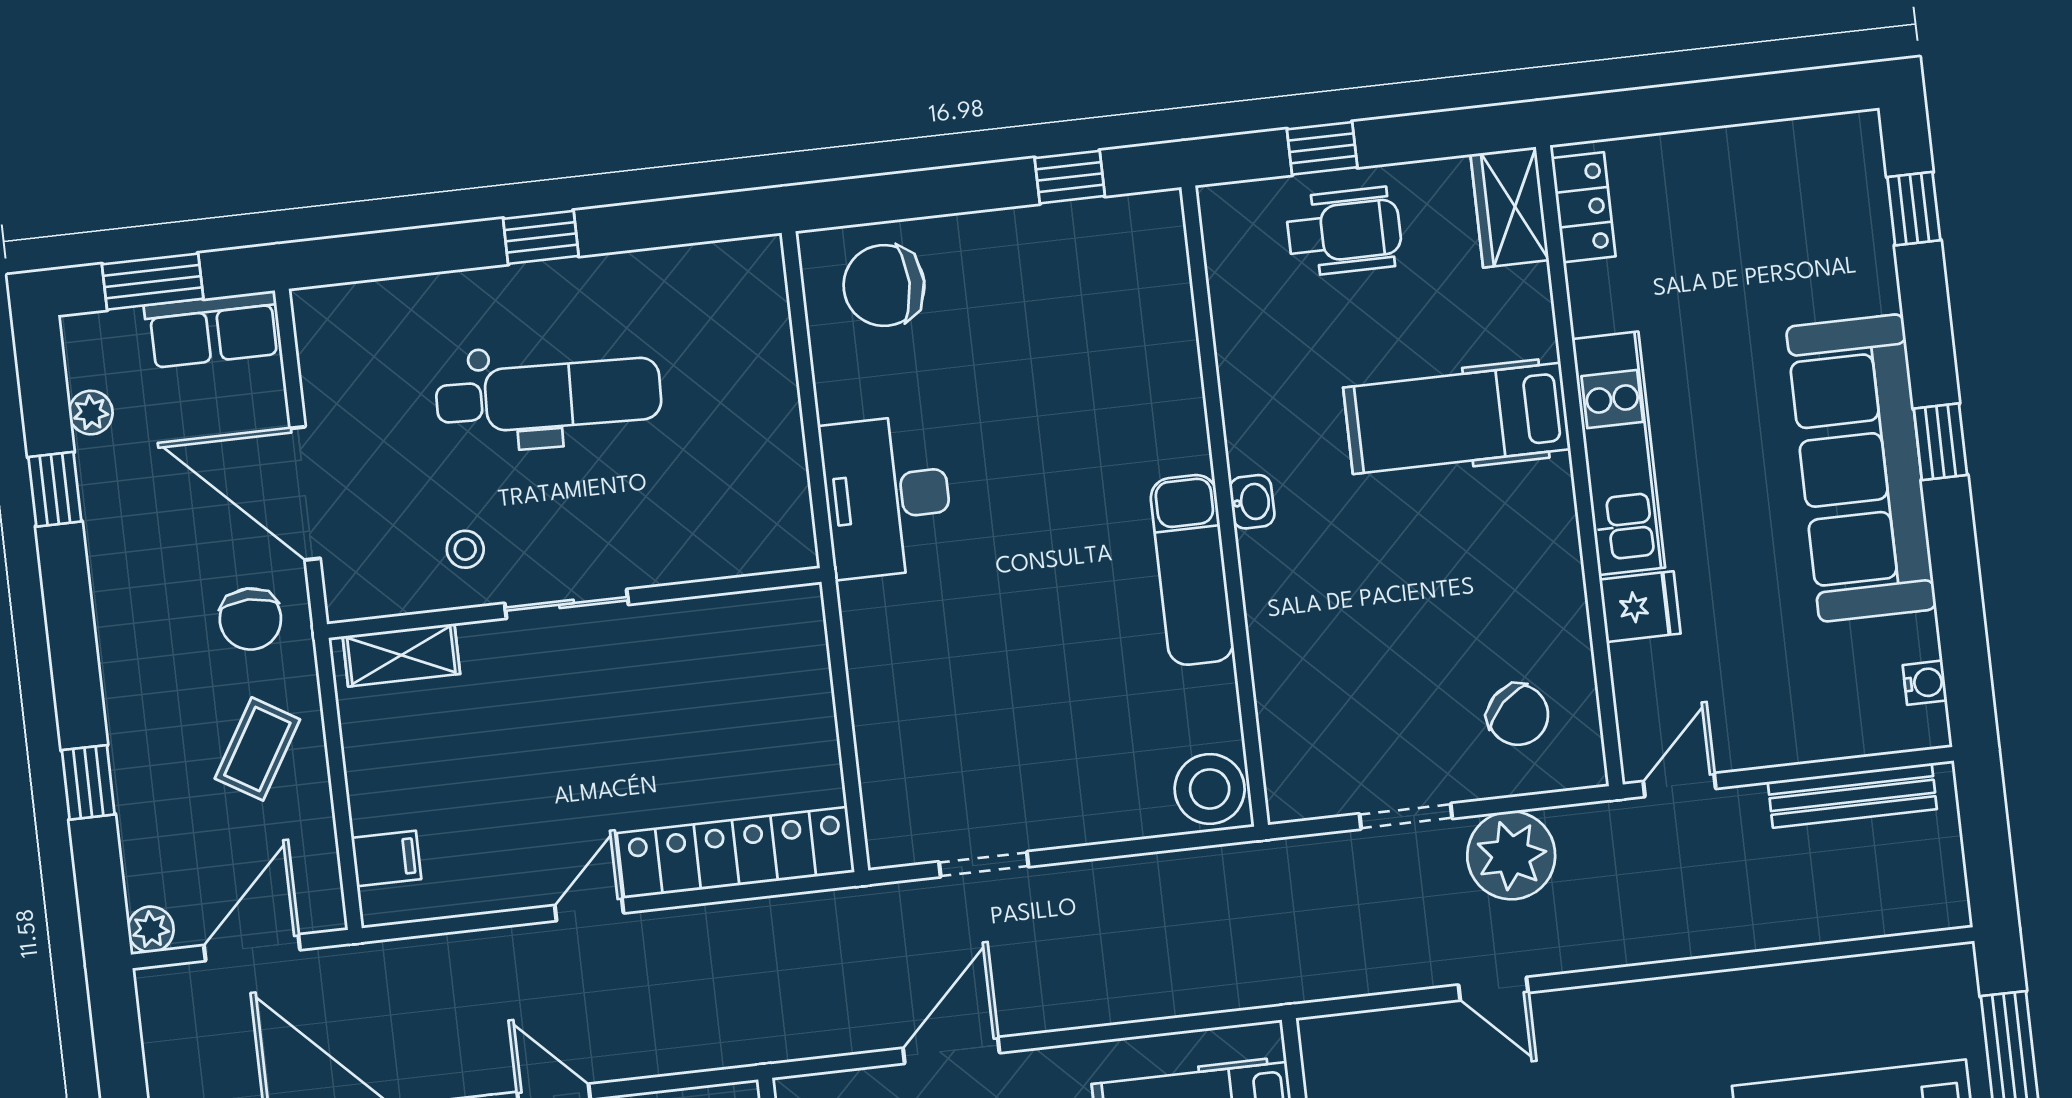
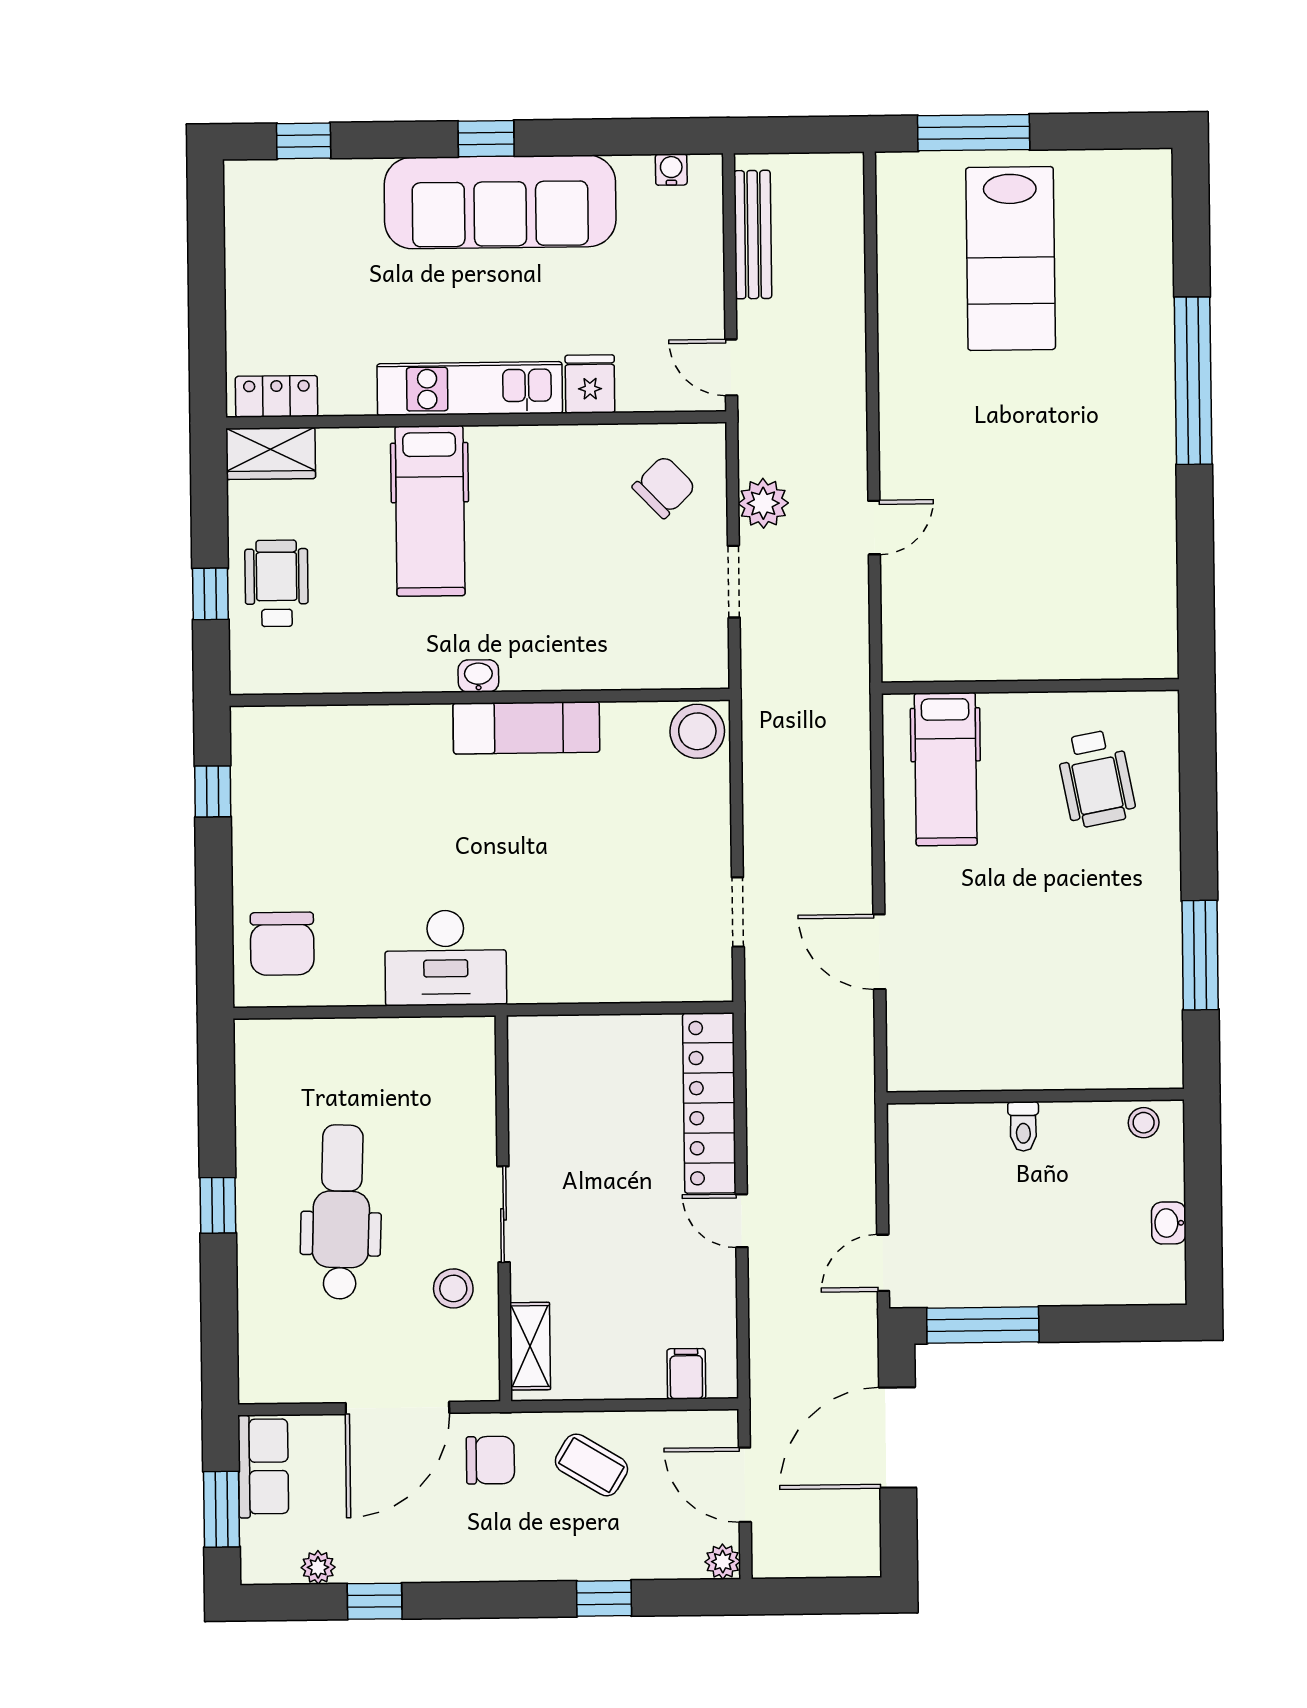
stool: (465, 549) -> (453, 1288), width x1.37, depth x1.37
plant: (1511, 855) -> (763, 503), width x0.73, depth x0.73

